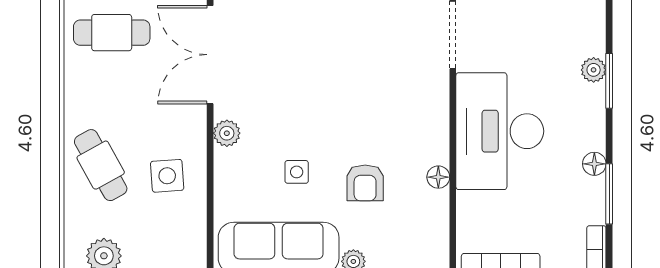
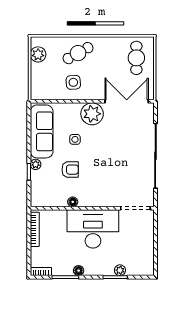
plant: (227, 133) -> (92, 114), width x1.87, depth x1.87
armchair: (365, 183) -> (70, 170), turned 180

